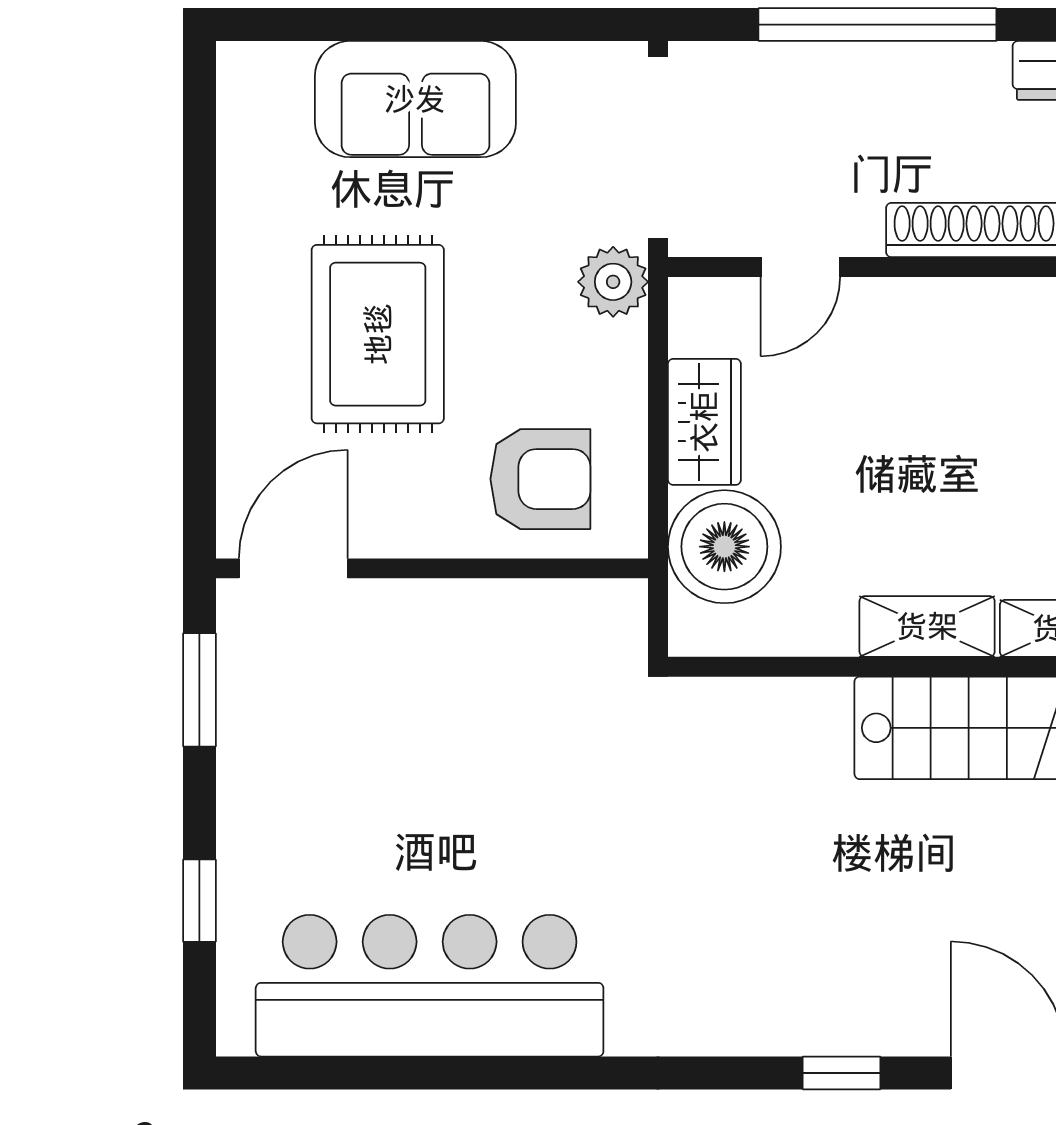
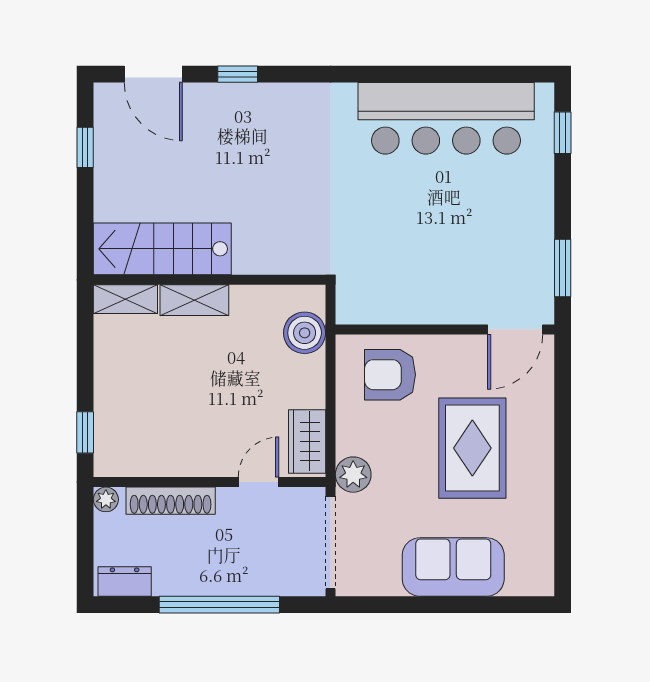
wardrobe: (704, 422) -> (307, 441), moved
boiler: (724, 547) -> (305, 333), width x0.73, depth x0.73
window: (199, 901) -> (563, 133), moved

